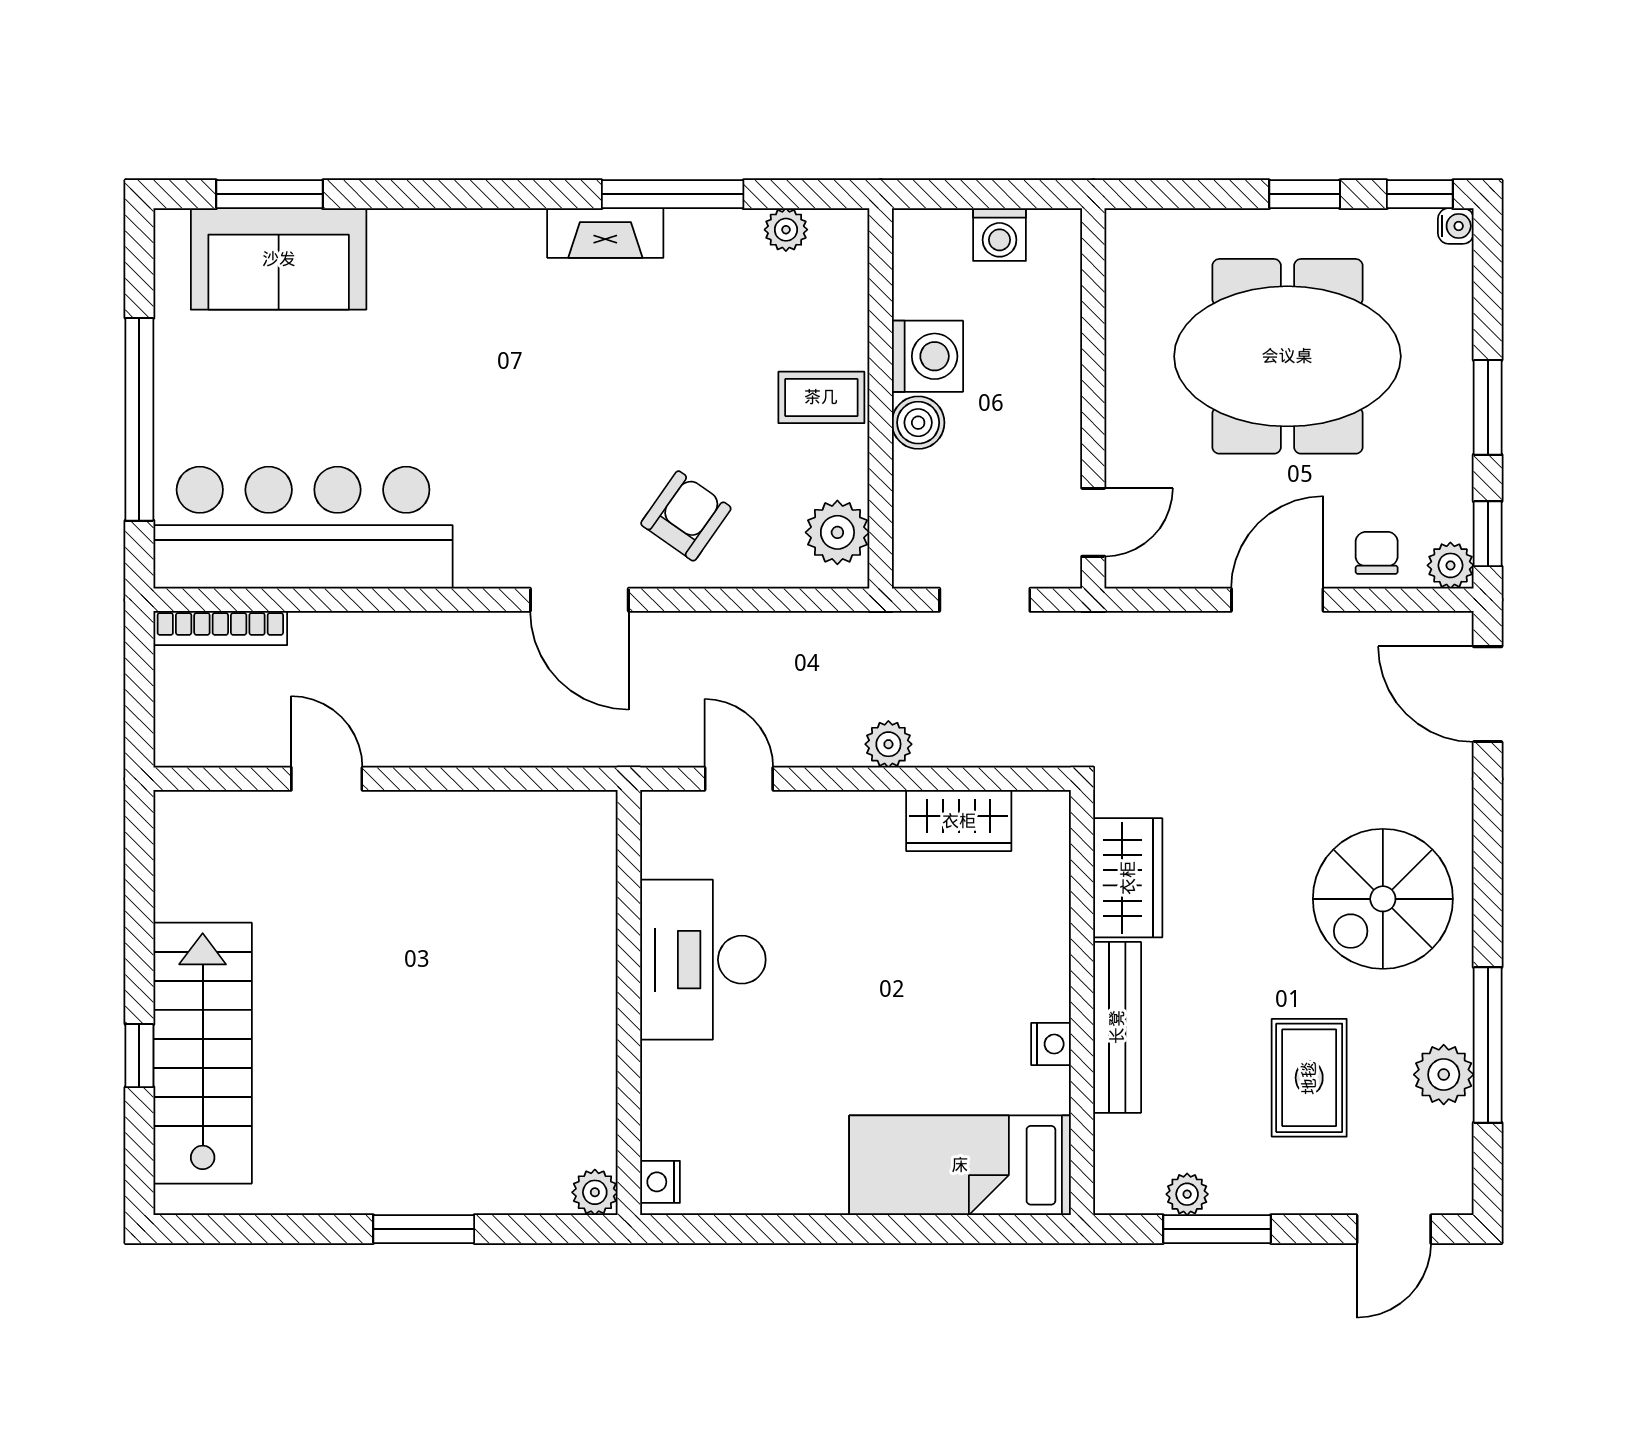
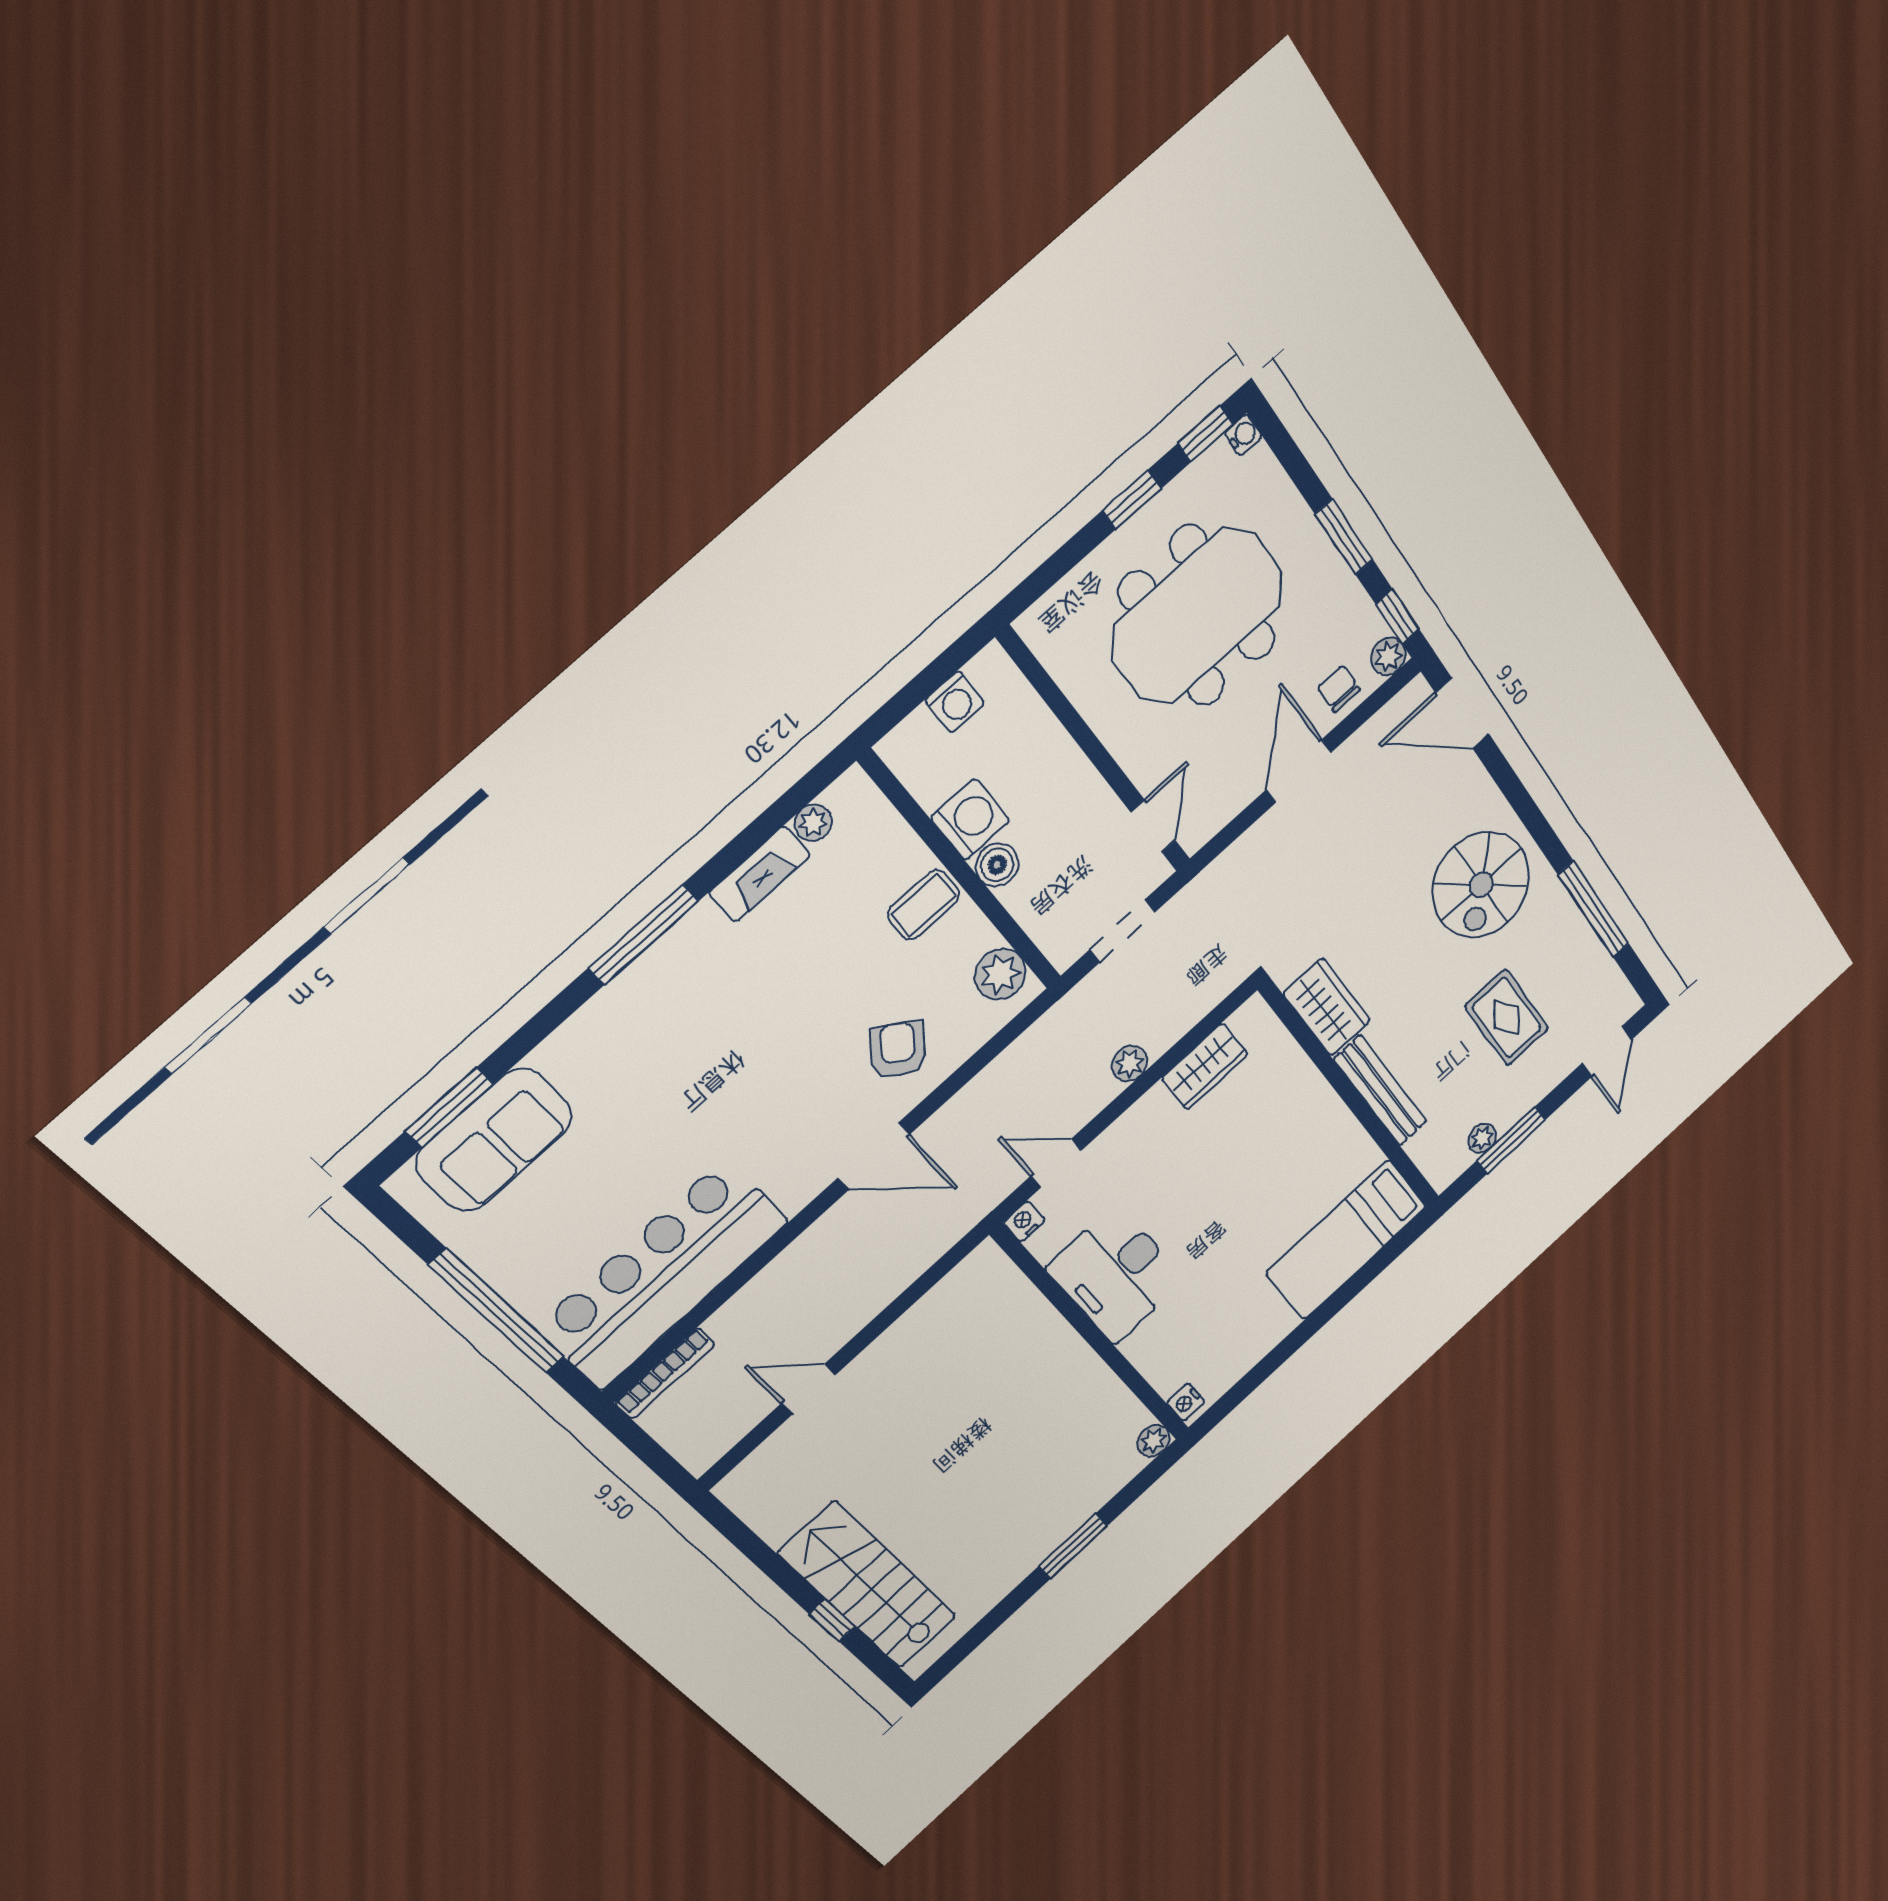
window: (673, 194) -> (644, 934), moved
fireplace: (605, 233) -> (760, 874), moved
nightstand: (1051, 1044) -> (1024, 1221), moved, turned -90
plant: (1444, 1075) -> (1580, 947), removed

